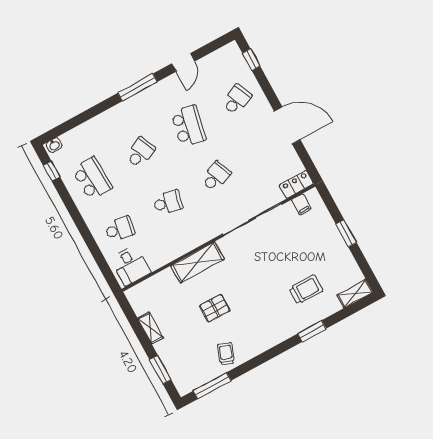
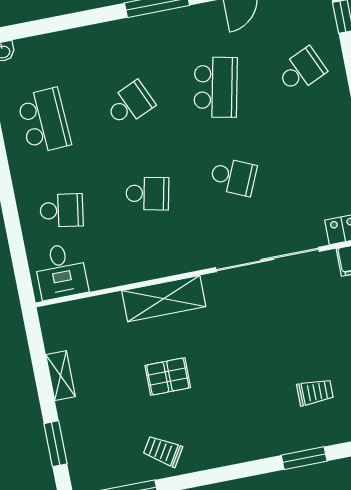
school desk: (216, 176) -> (233, 177), turned 45
trolley: (306, 290) -> (315, 392), width x0.73, depth x0.72
trolley: (226, 354) -> (163, 451), turned -77

